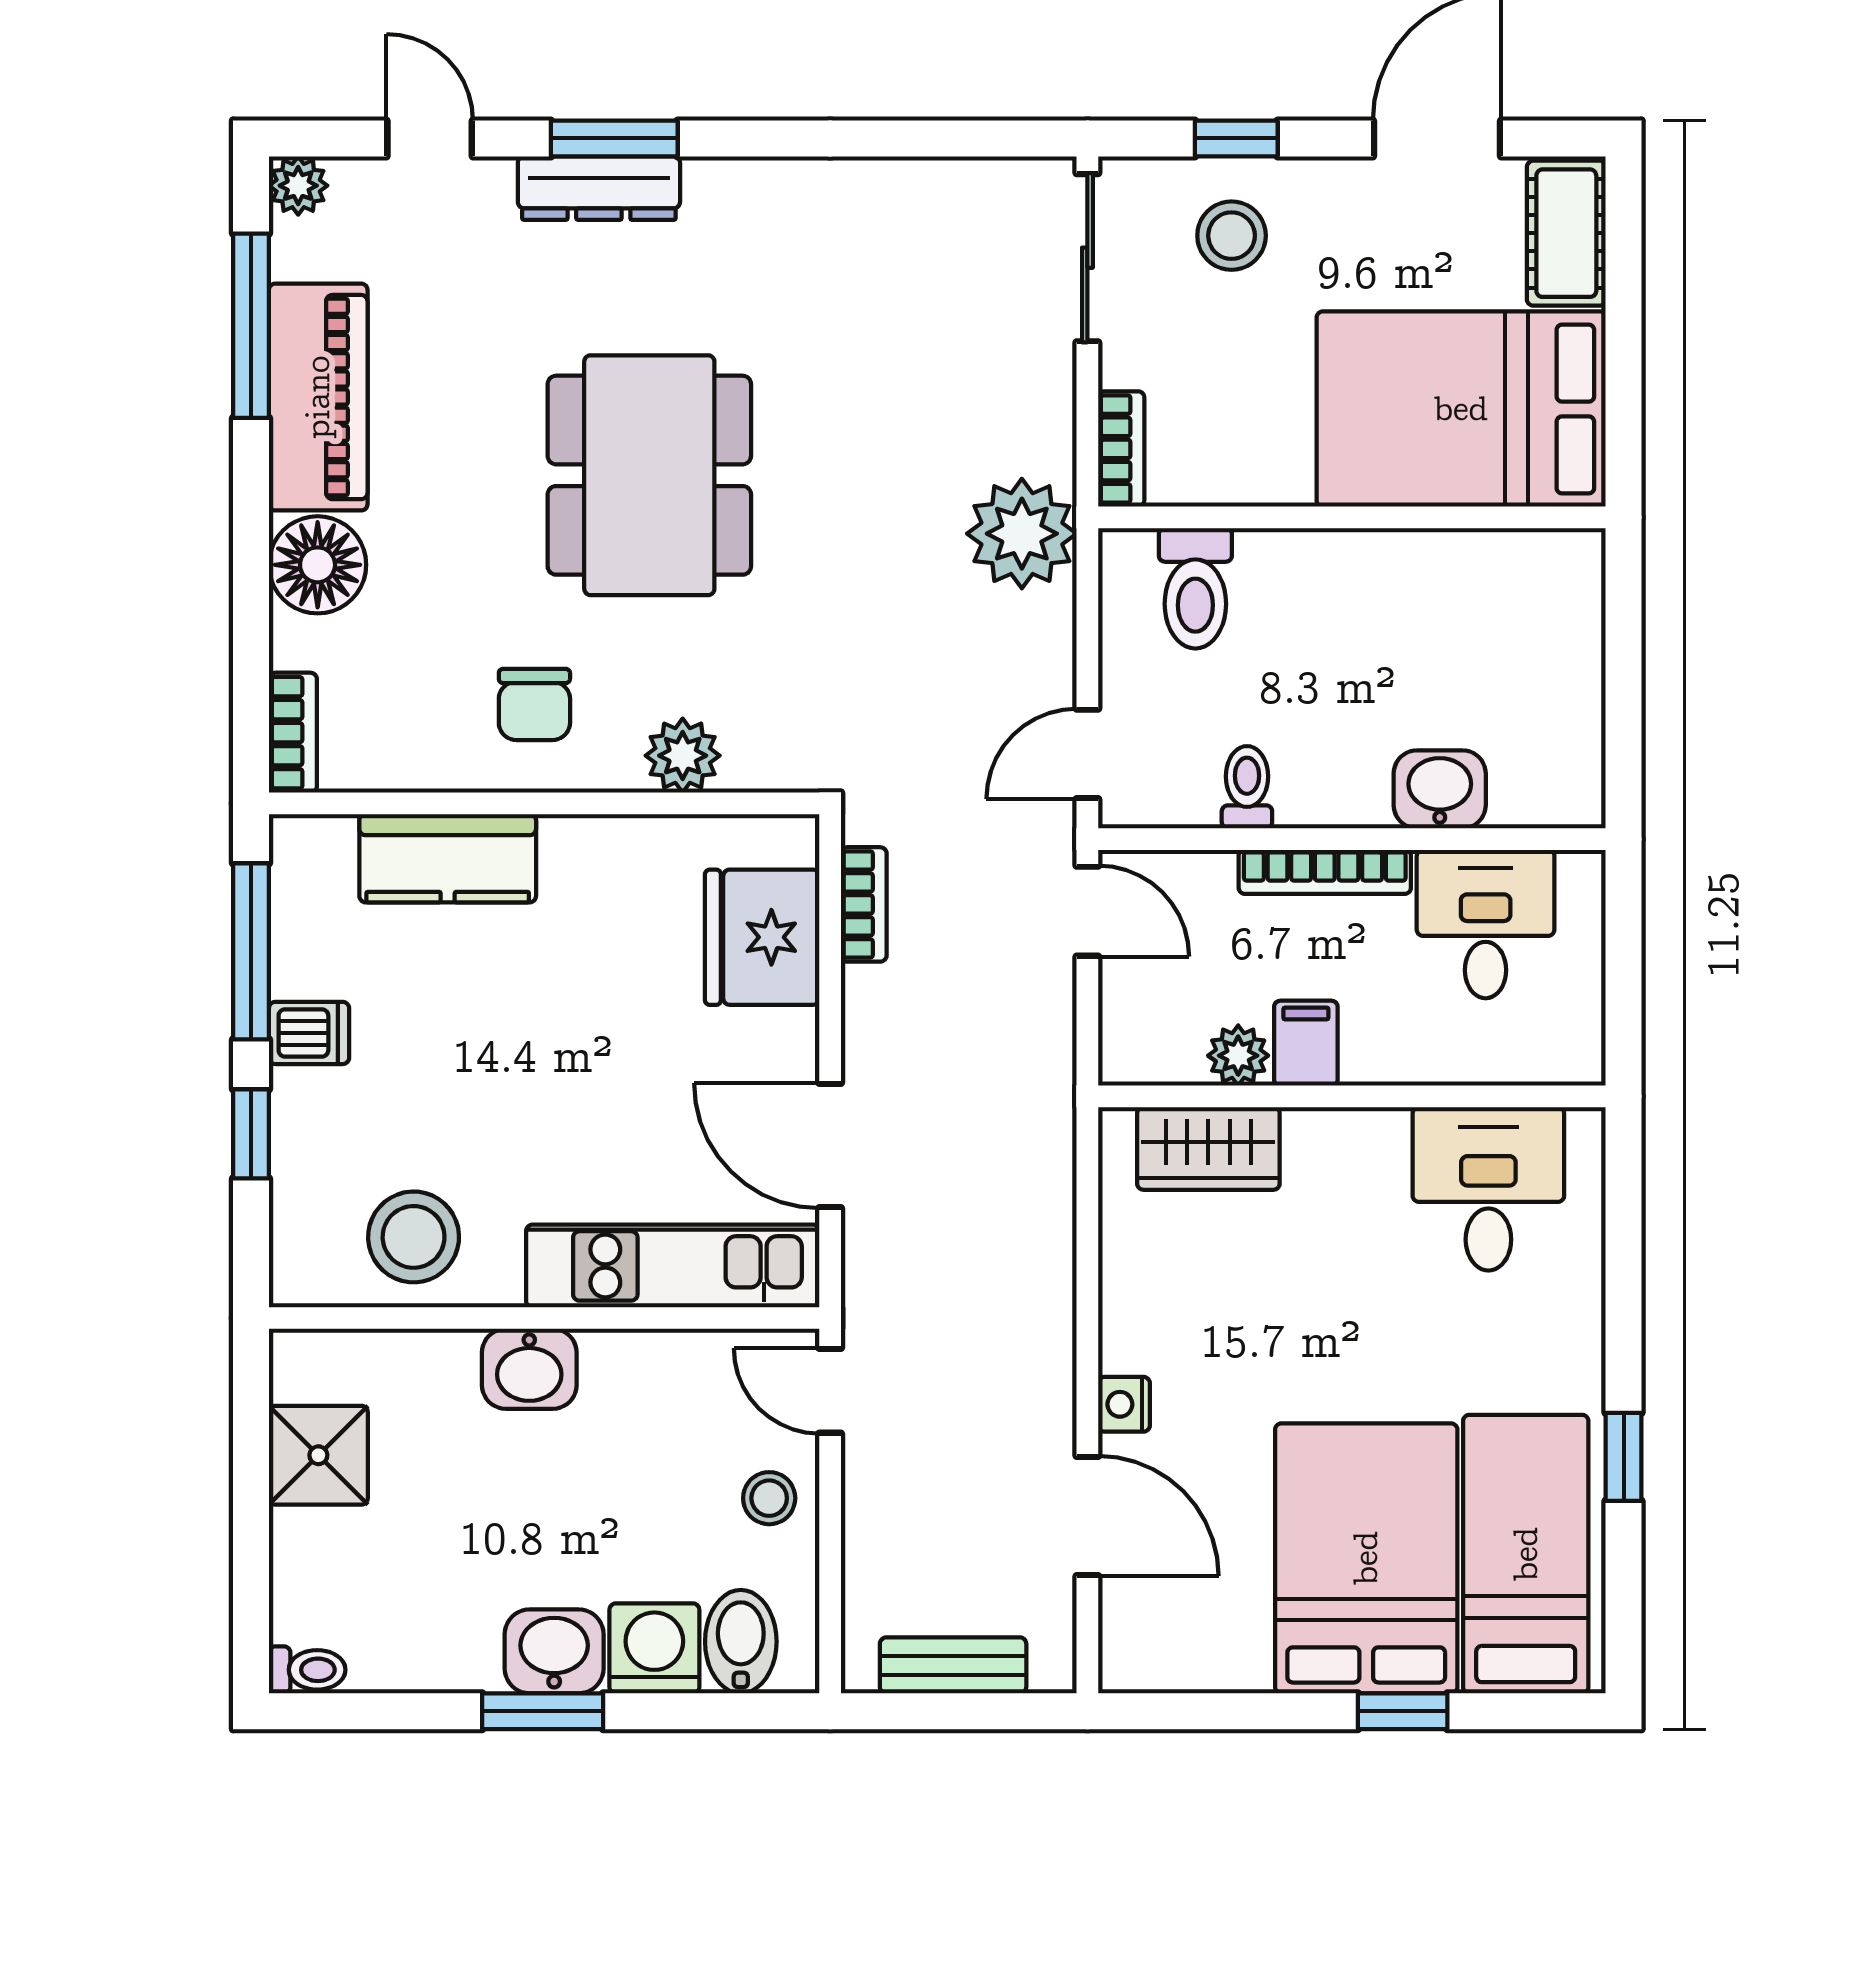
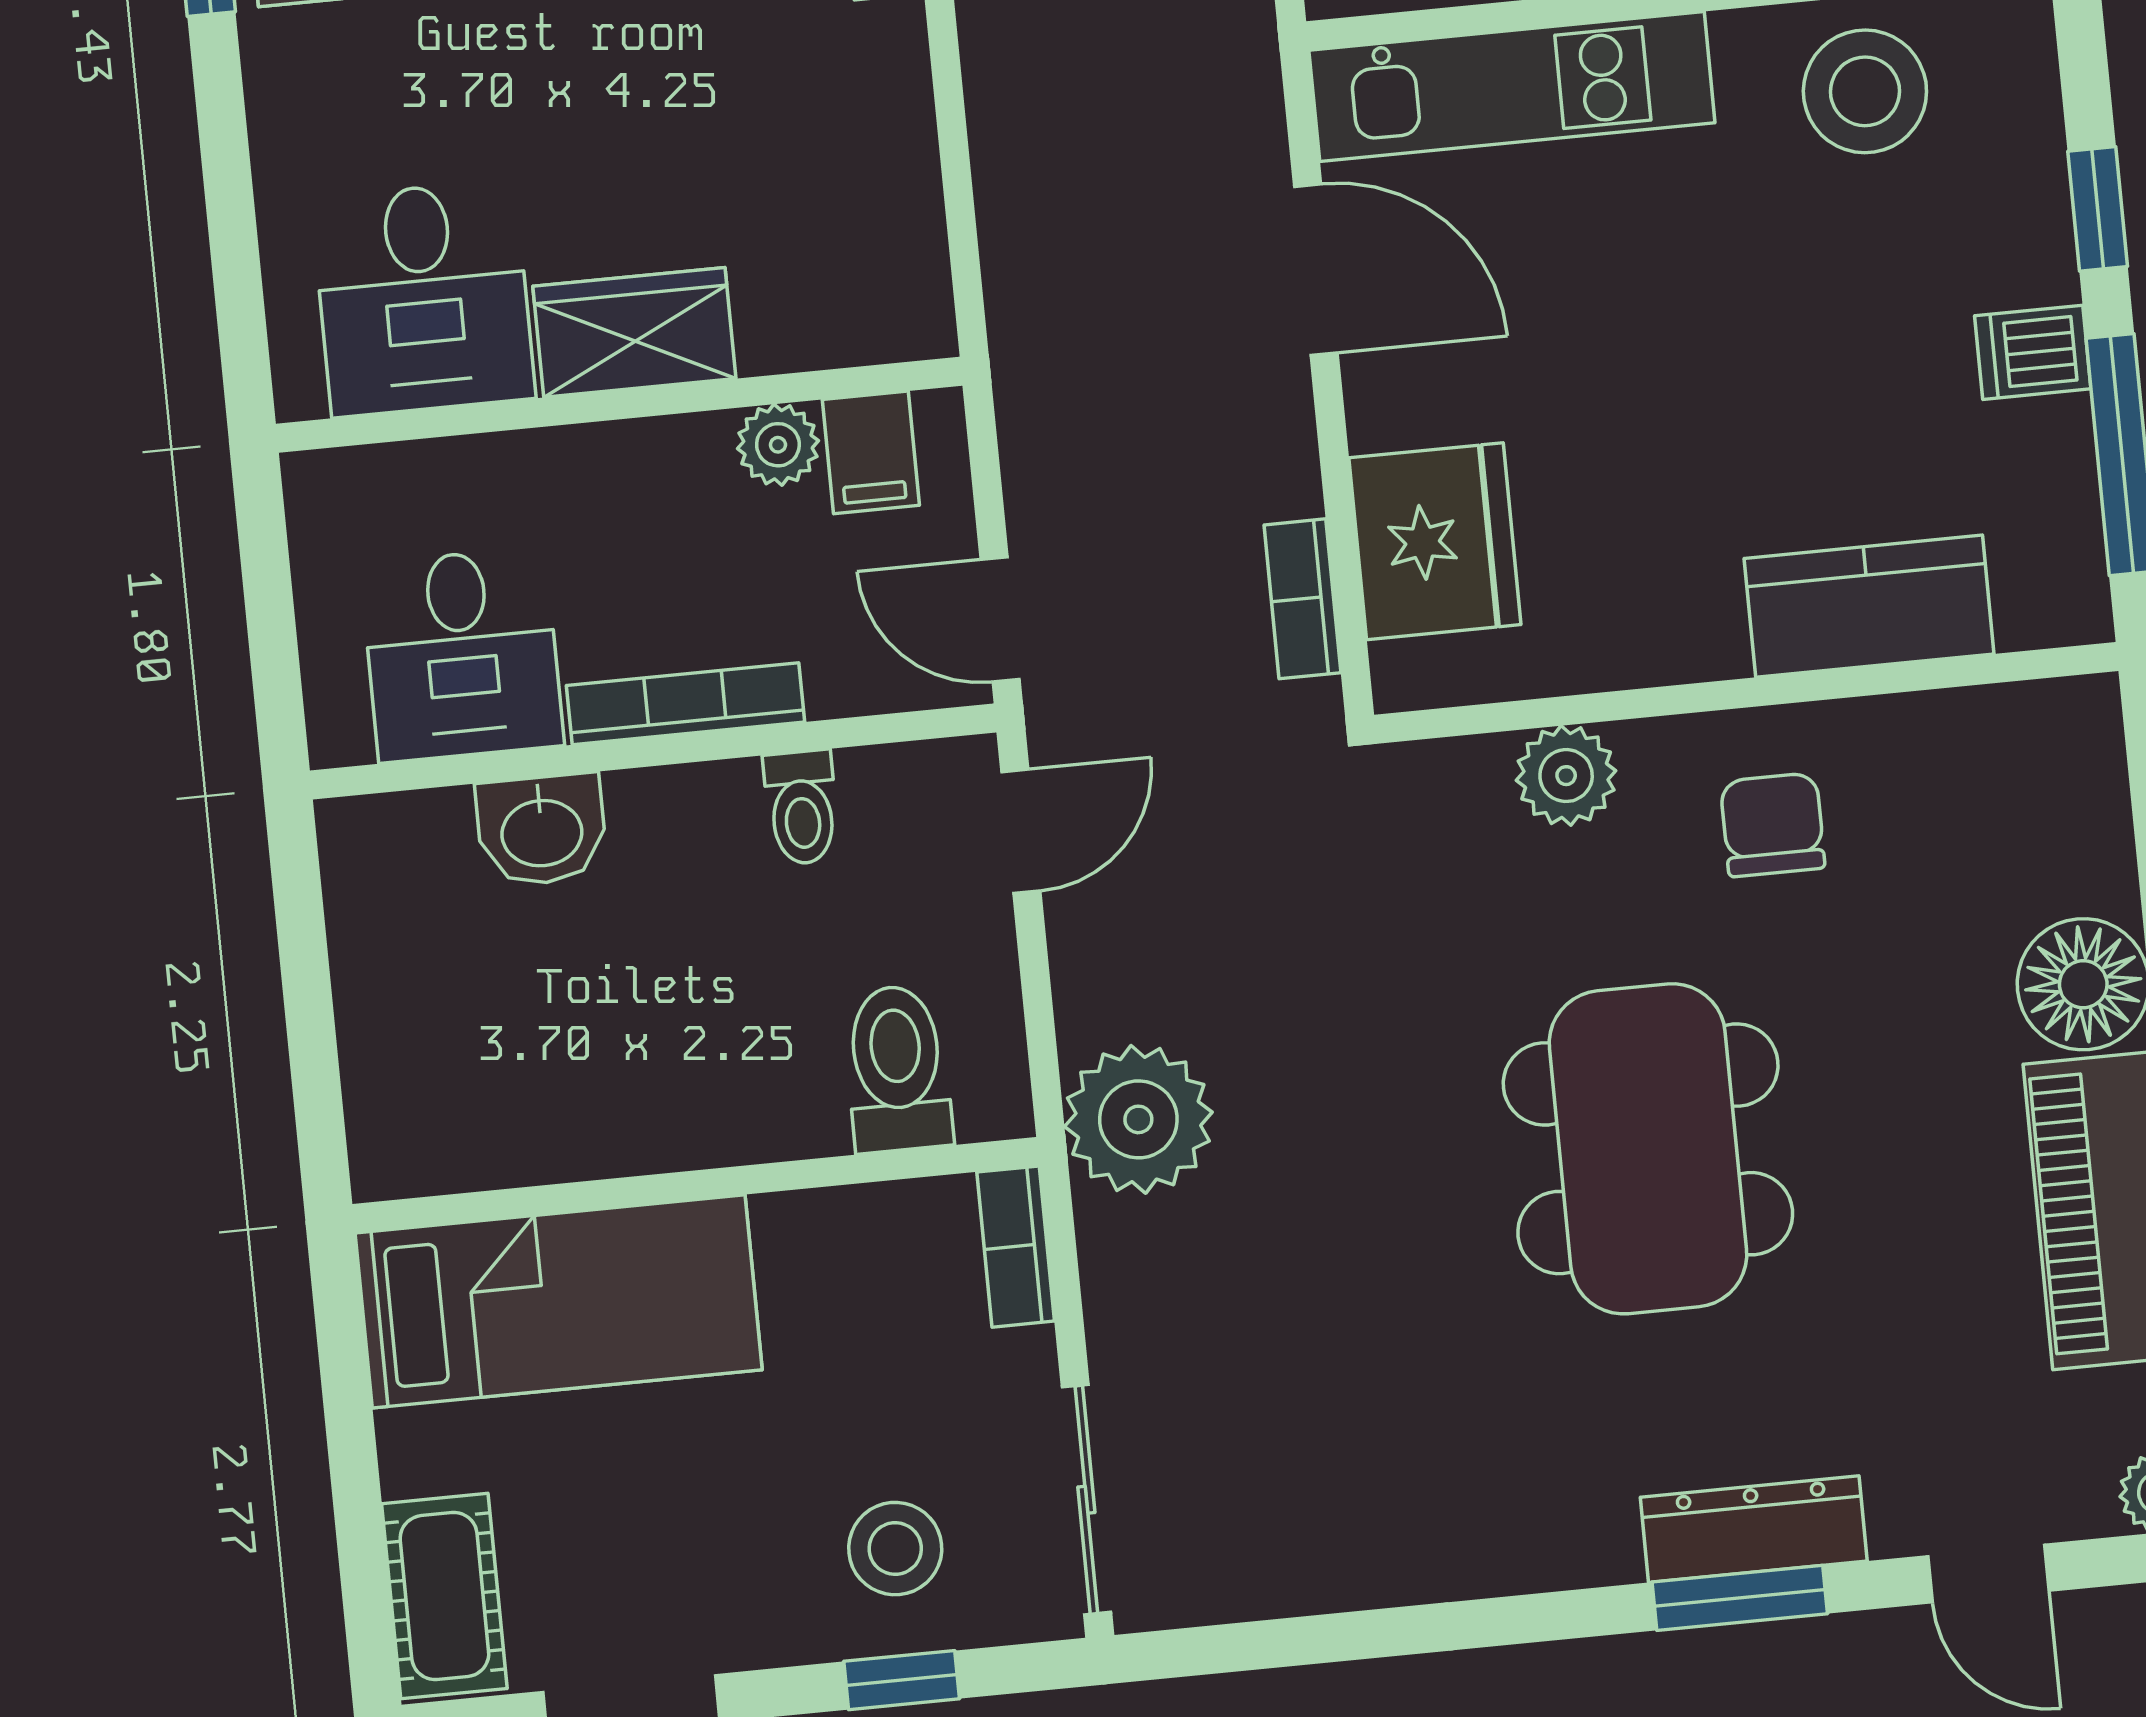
bed: (1461, 409) -> (559, 1301), width x0.67
bookcase: (293, 733) -> (2094, 755), removed
filing cabinet: (1306, 1043) -> (871, 452), moved
wardrobe: (1208, 1148) -> (634, 332), moved

